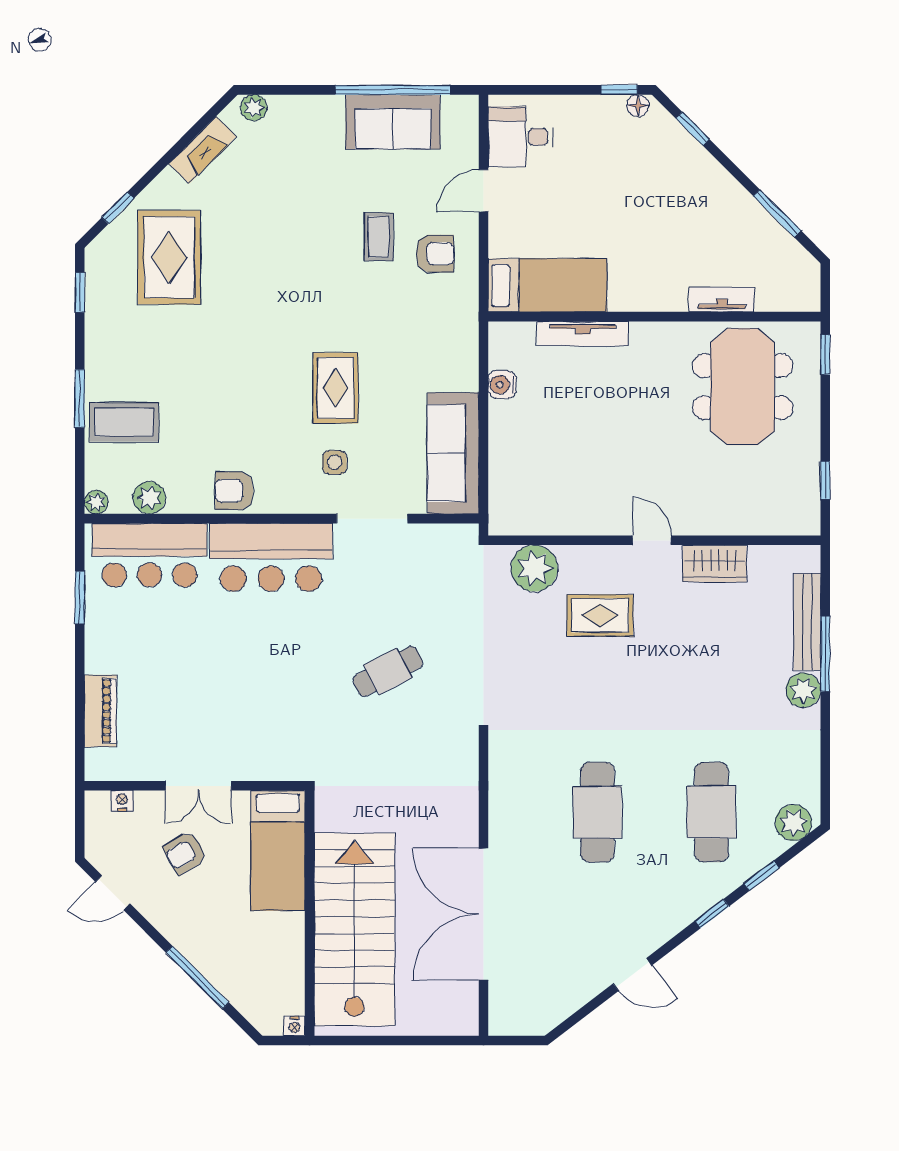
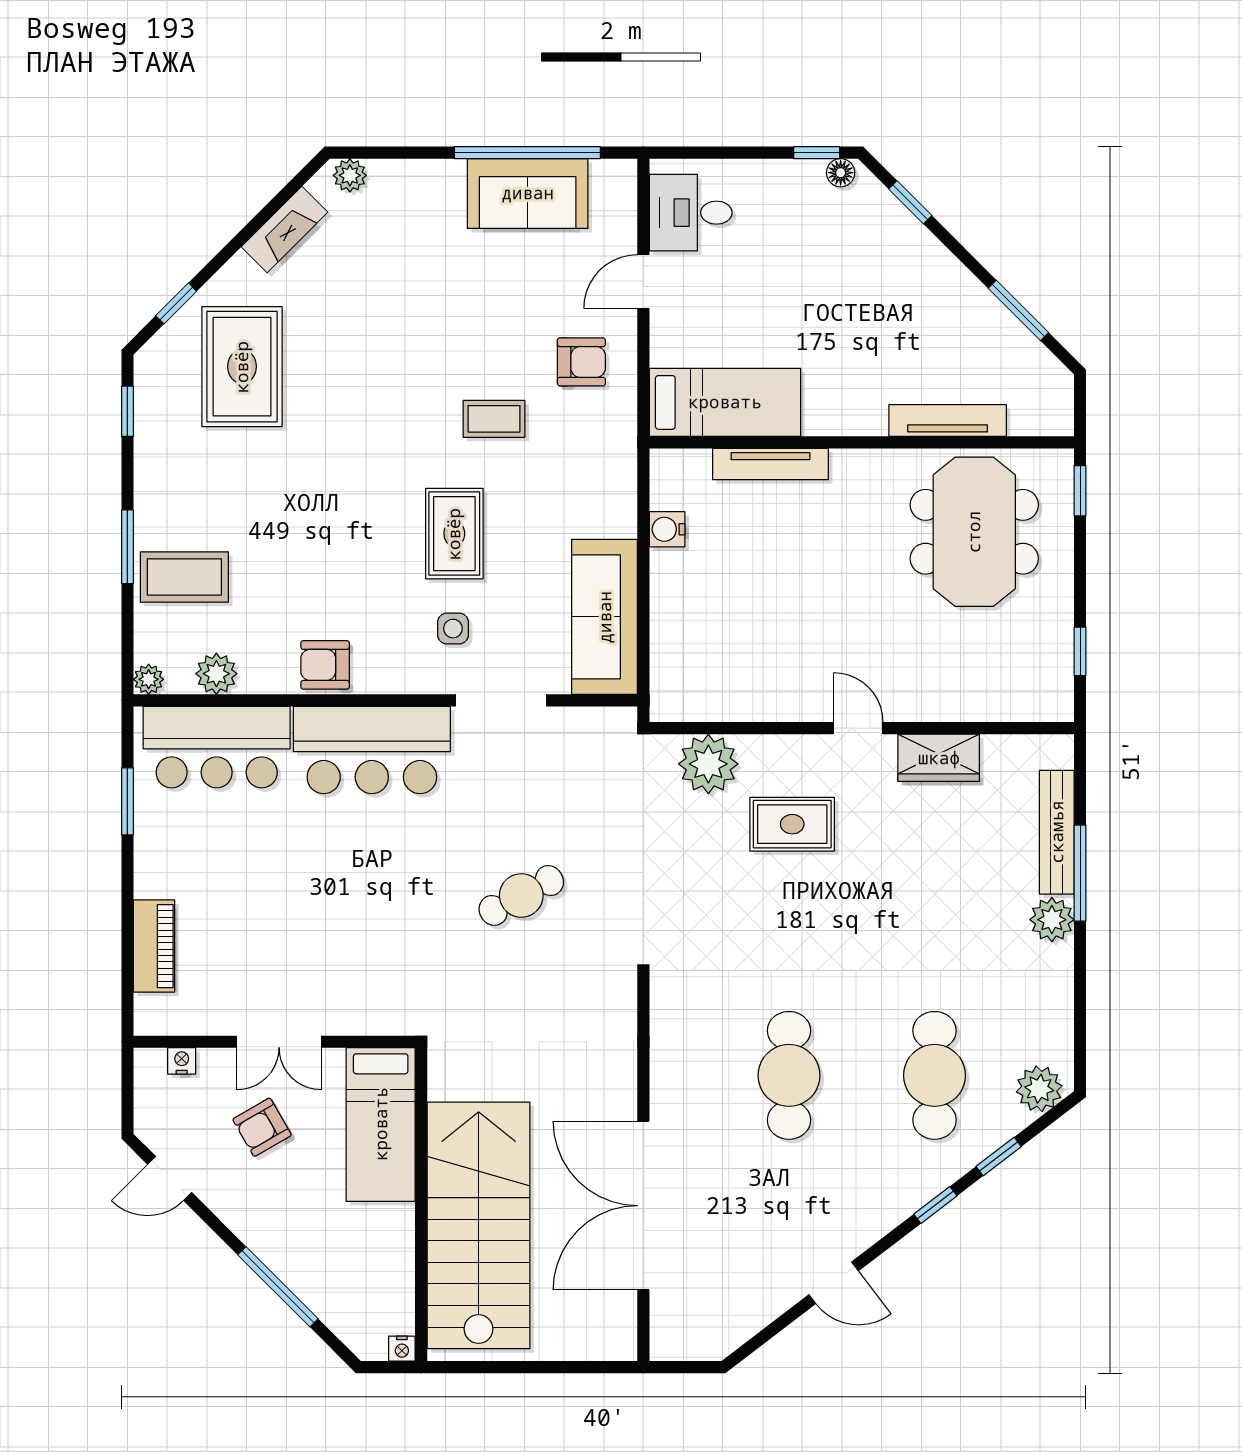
coffee table: (379, 237) -> (494, 419), moved, turned 90
tv unit: (722, 300) -> (948, 421), width x1.41

